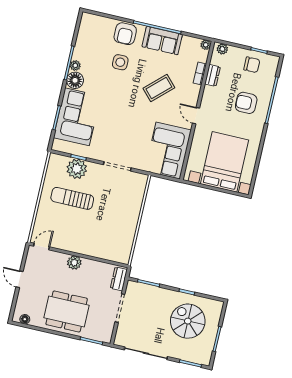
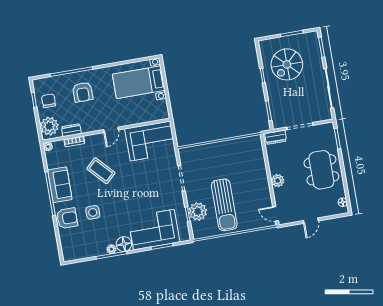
plant: (222, 49) -> (49, 126), width x1.87, depth x1.87
bed with nightstands: (224, 162) -> (139, 82), width x0.73
sun lounger: (72, 198) -> (224, 205), width x1.36, depth x1.34

